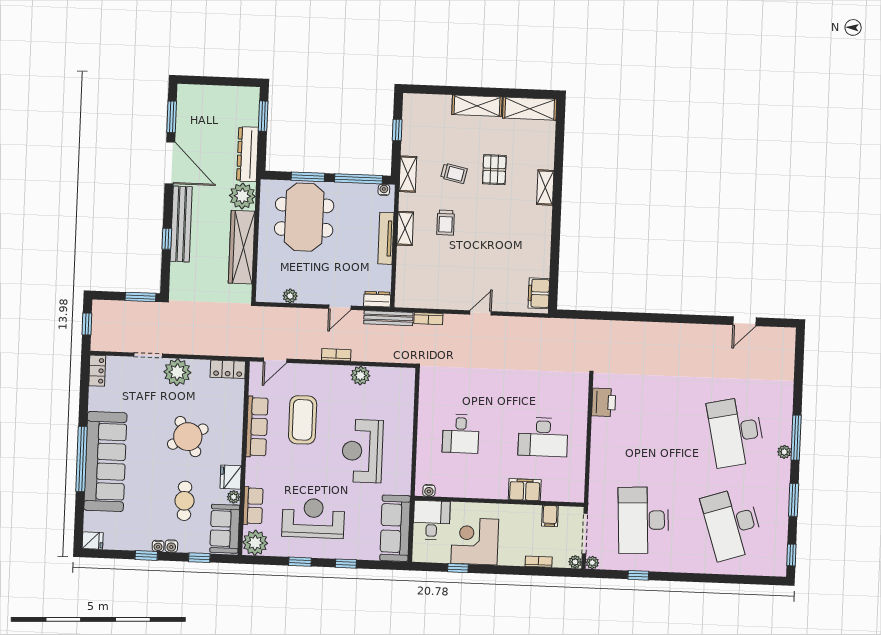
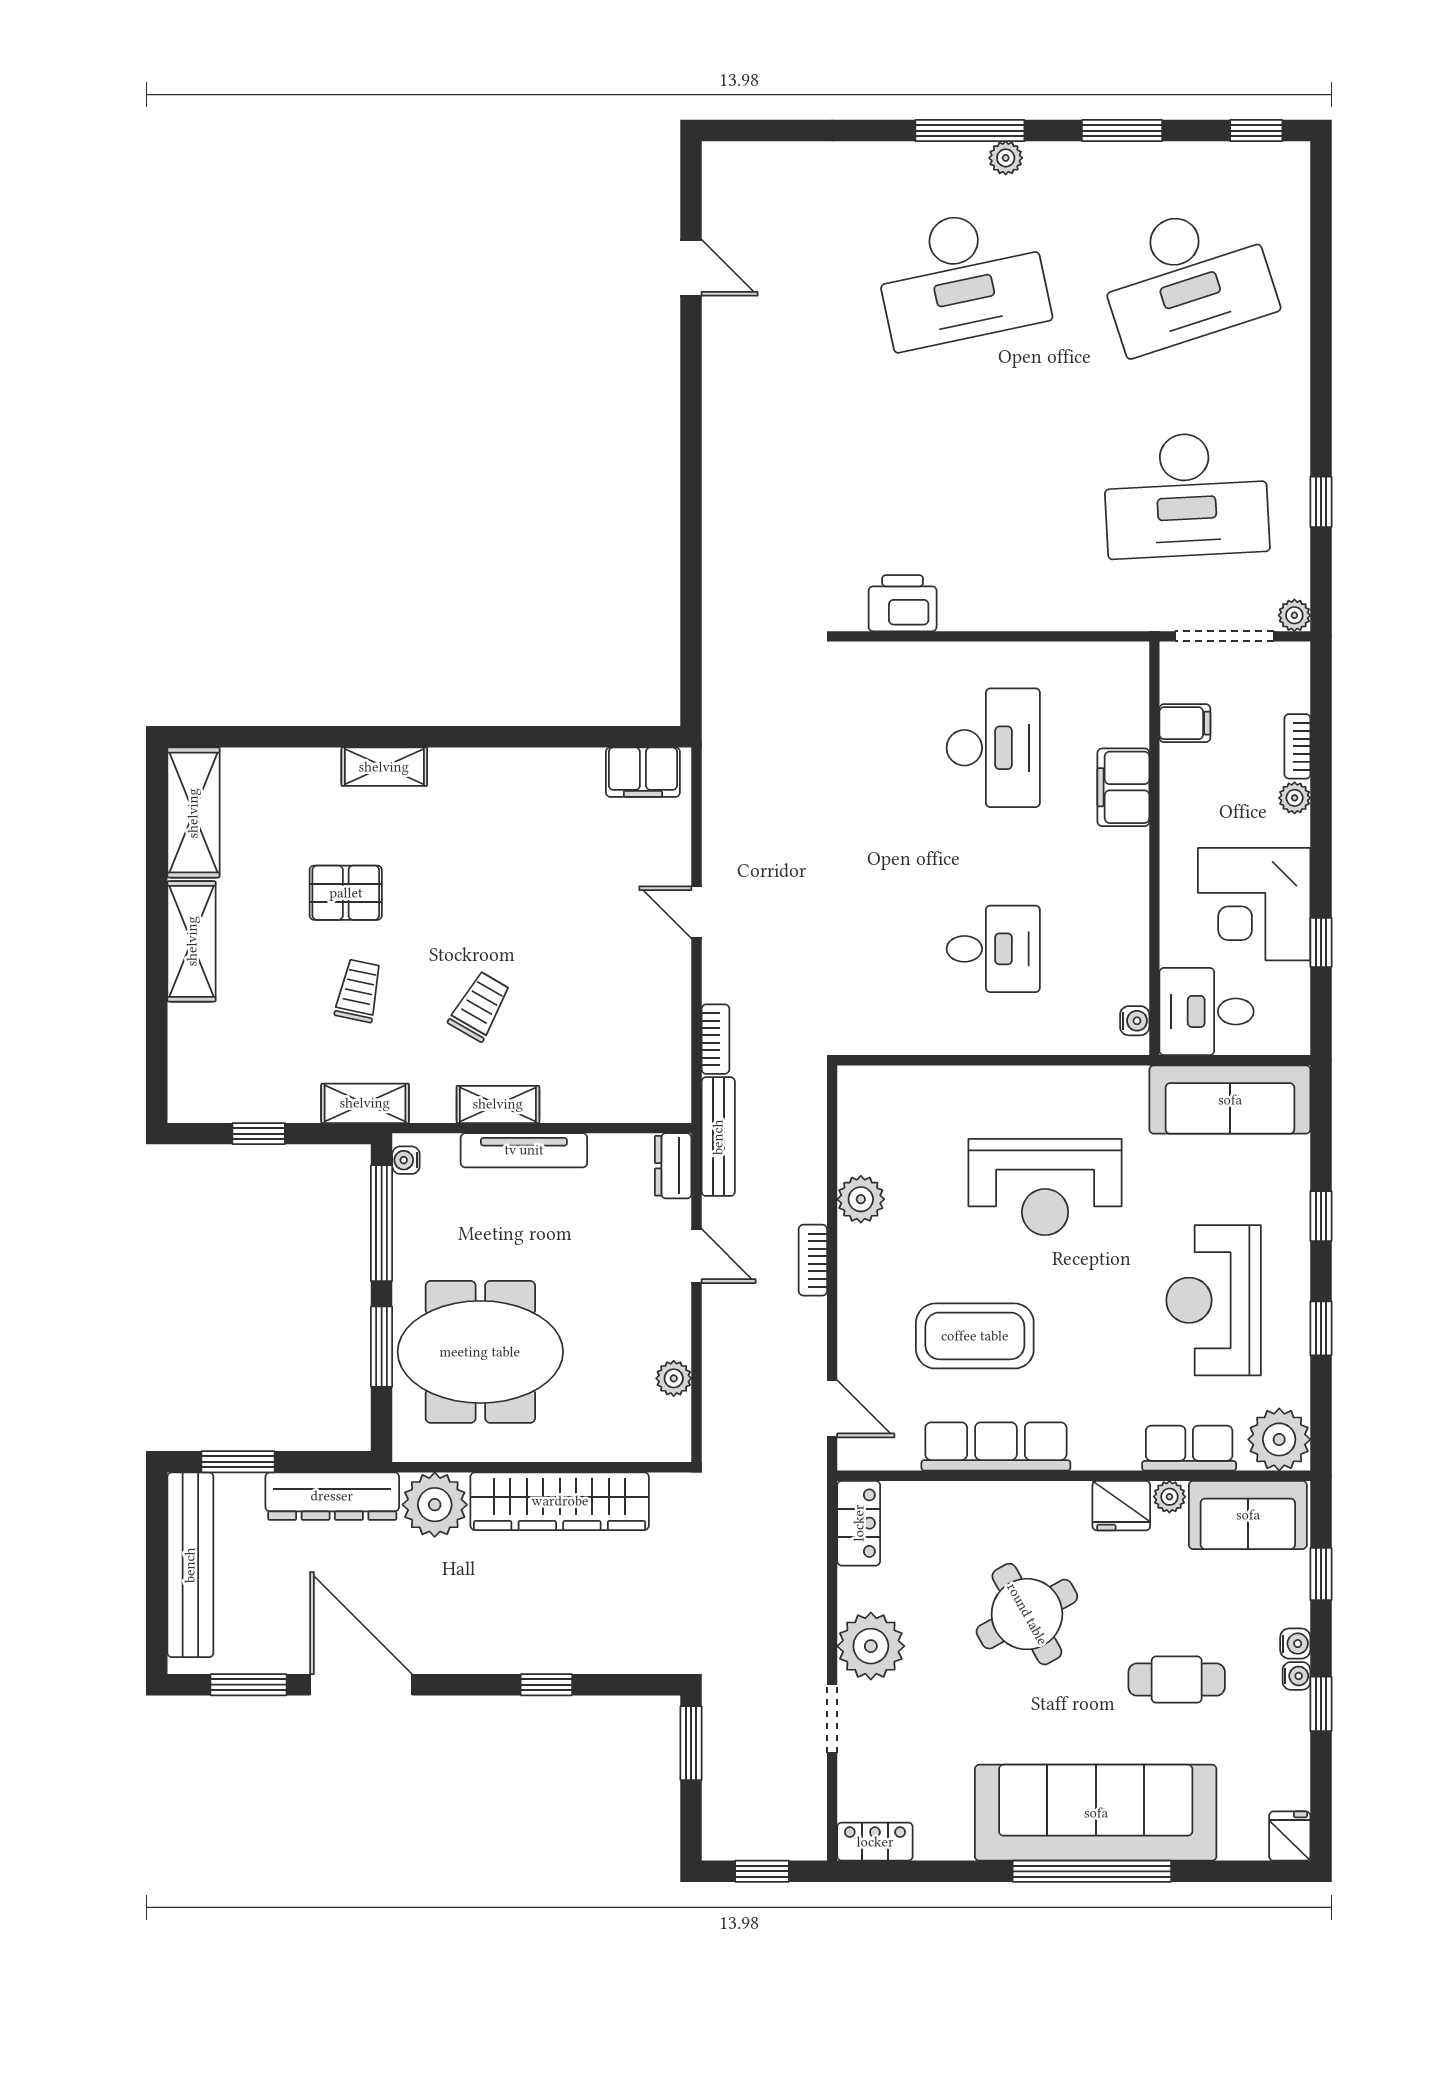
door: (170, 163) -> (361, 1685), hinge flipped
trolley: (446, 223) -> (480, 1006), turned -60
bench: (181, 224) -> (190, 1565), moved, turned 90
cafe table: (184, 501) -> (1177, 1680), moved
plant: (575, 562) -> (1295, 798), moved

